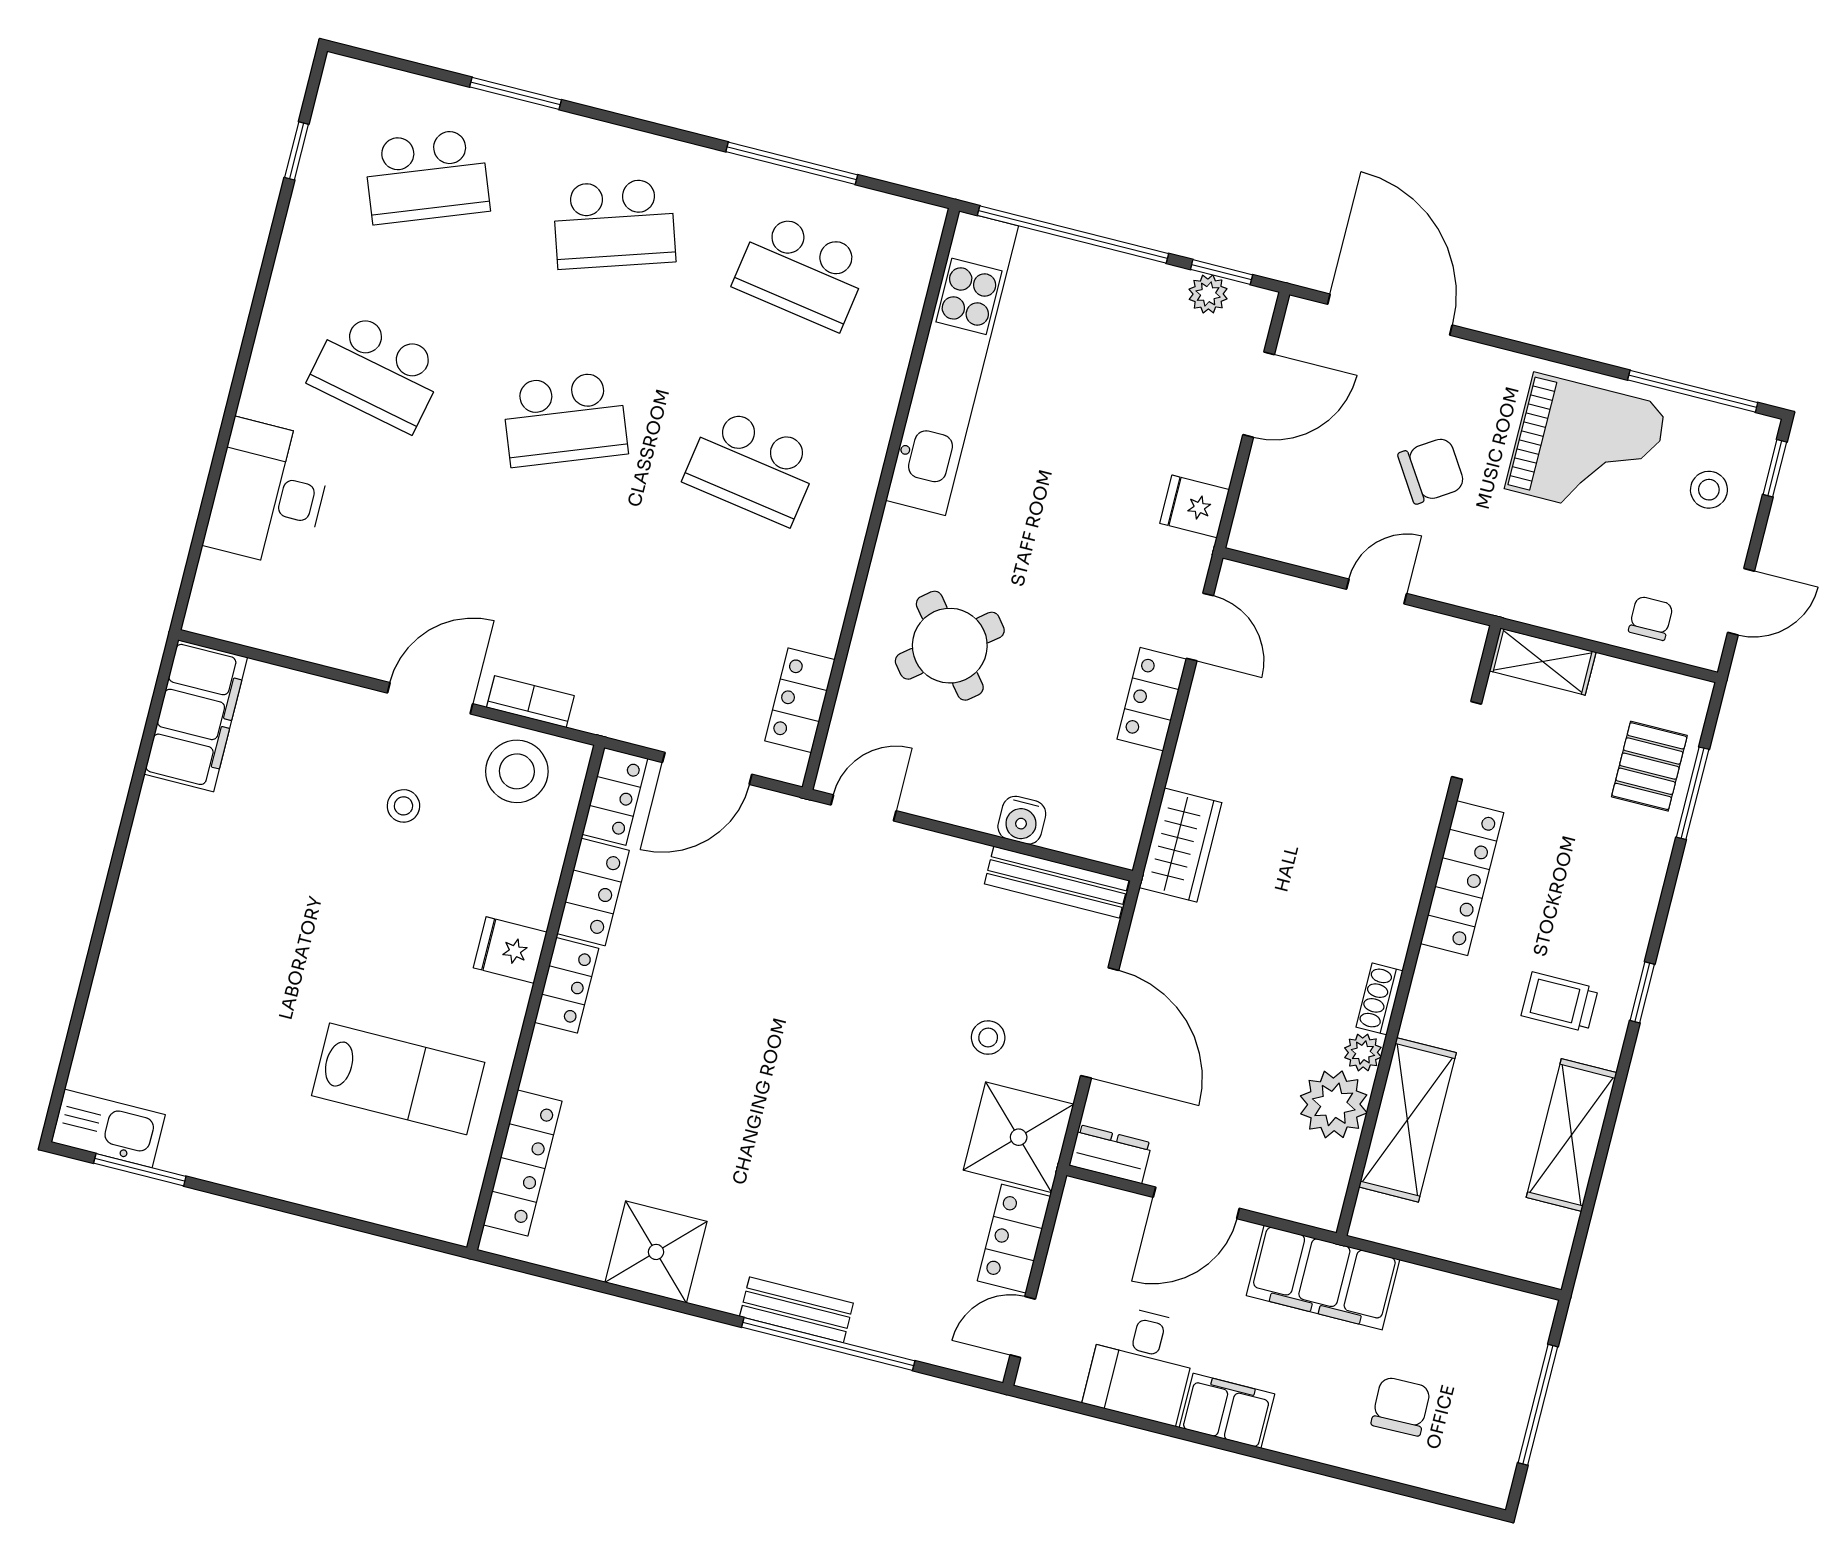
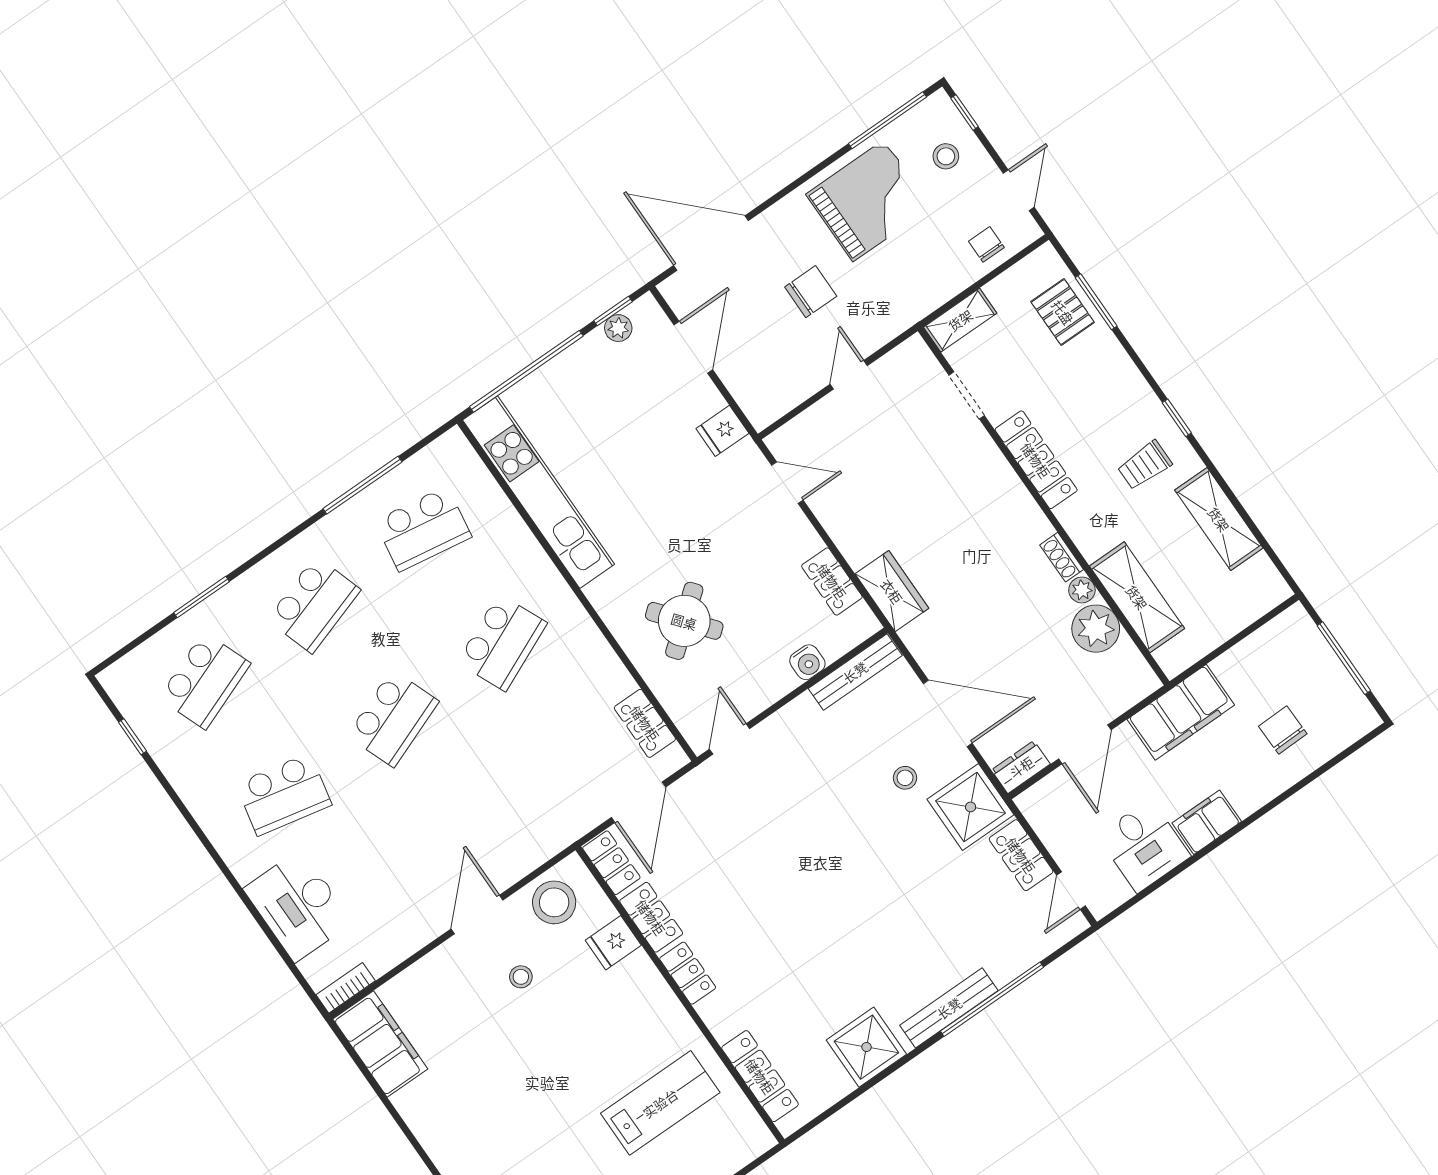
school desk: (752, 467) -> (502, 643), turned -33
chair: (1432, 470) -> (811, 292), turned 33
locker: (1152, 699) -> (832, 581), moved
bookcase: (530, 702) -> (346, 988), moved
fridge: (510, 950) -> (613, 943), moved
bench: (796, 1310) -> (949, 1008), width x1.36

